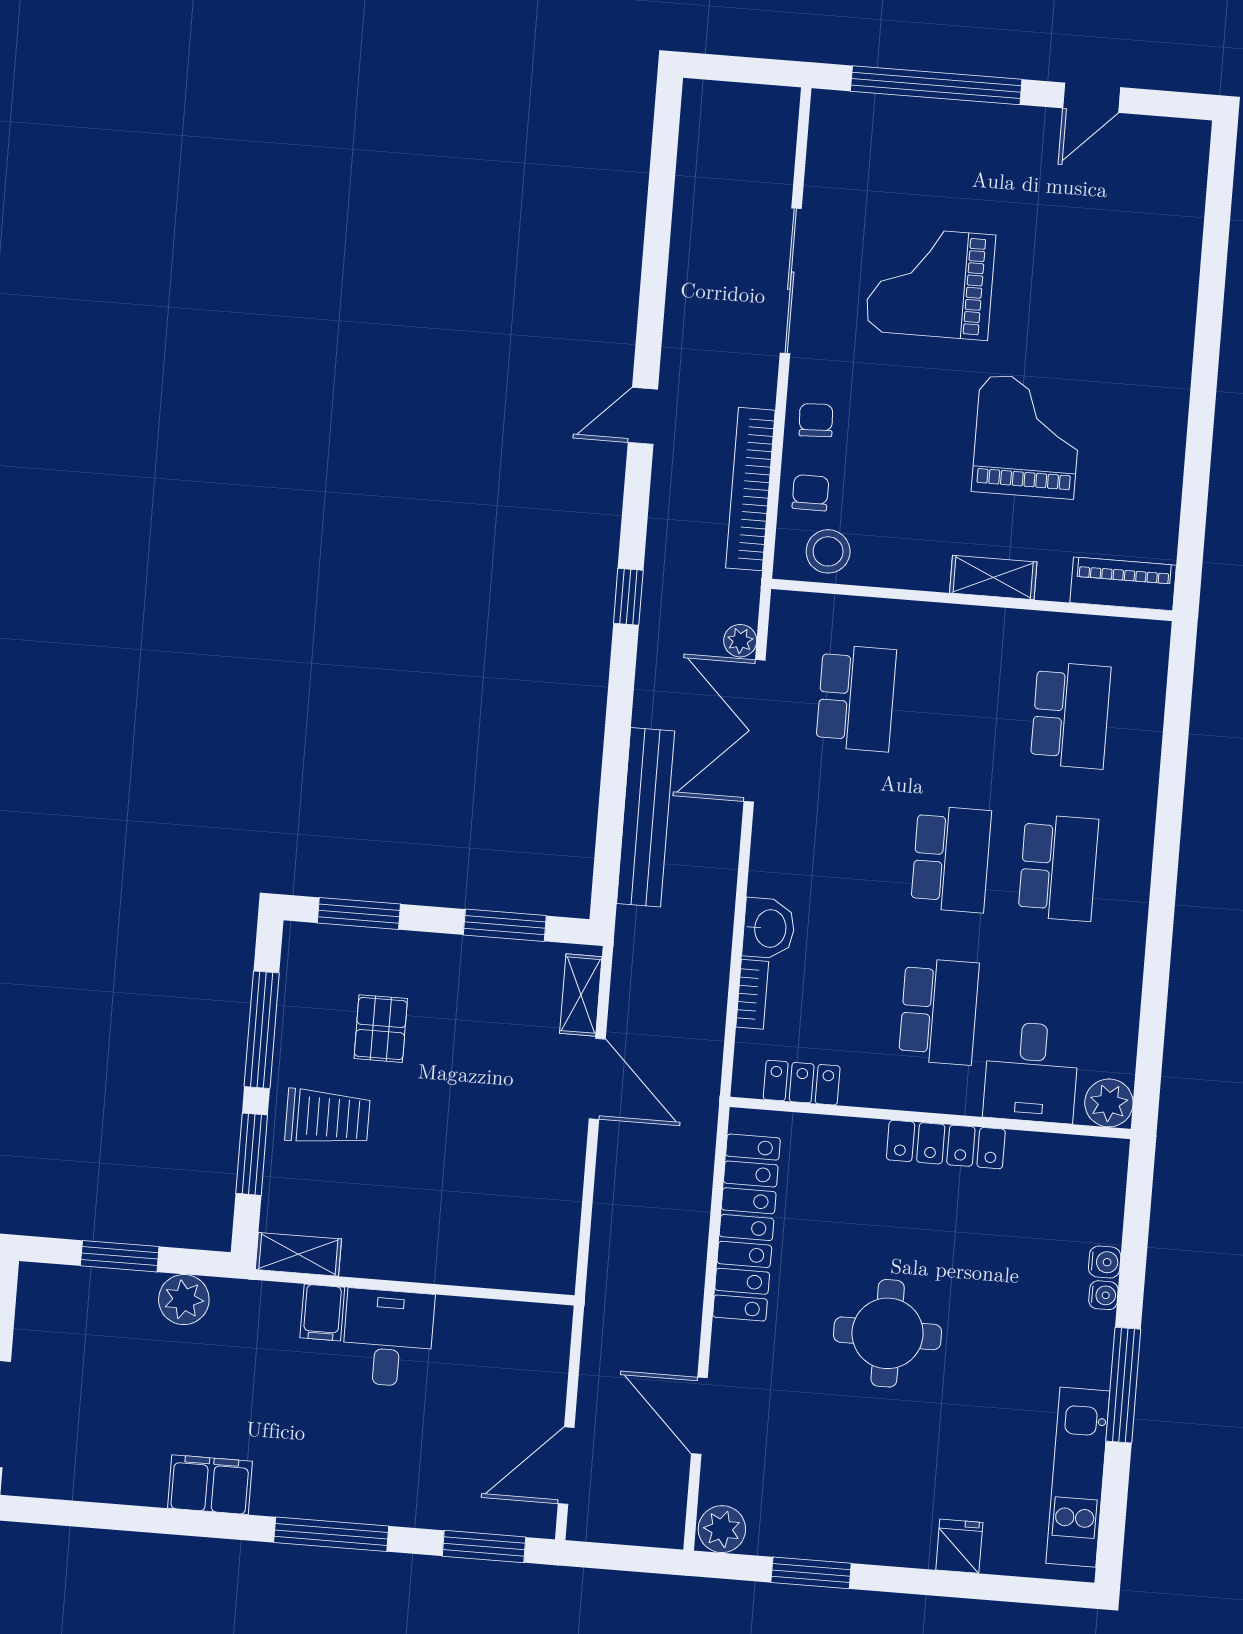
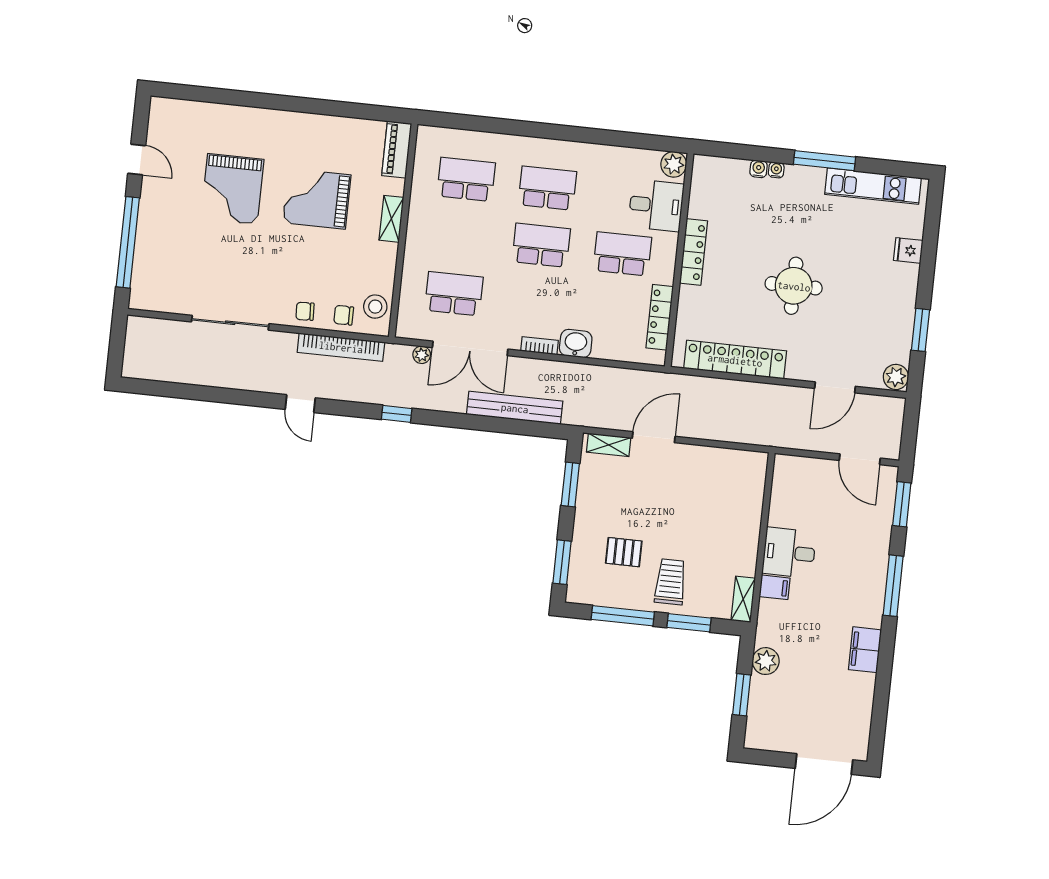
grand piano: (930, 283) -> (232, 189), moved
bookcase: (752, 994) -> (539, 346), moved
locker: (802, 1083) -> (660, 317), width x1.53

